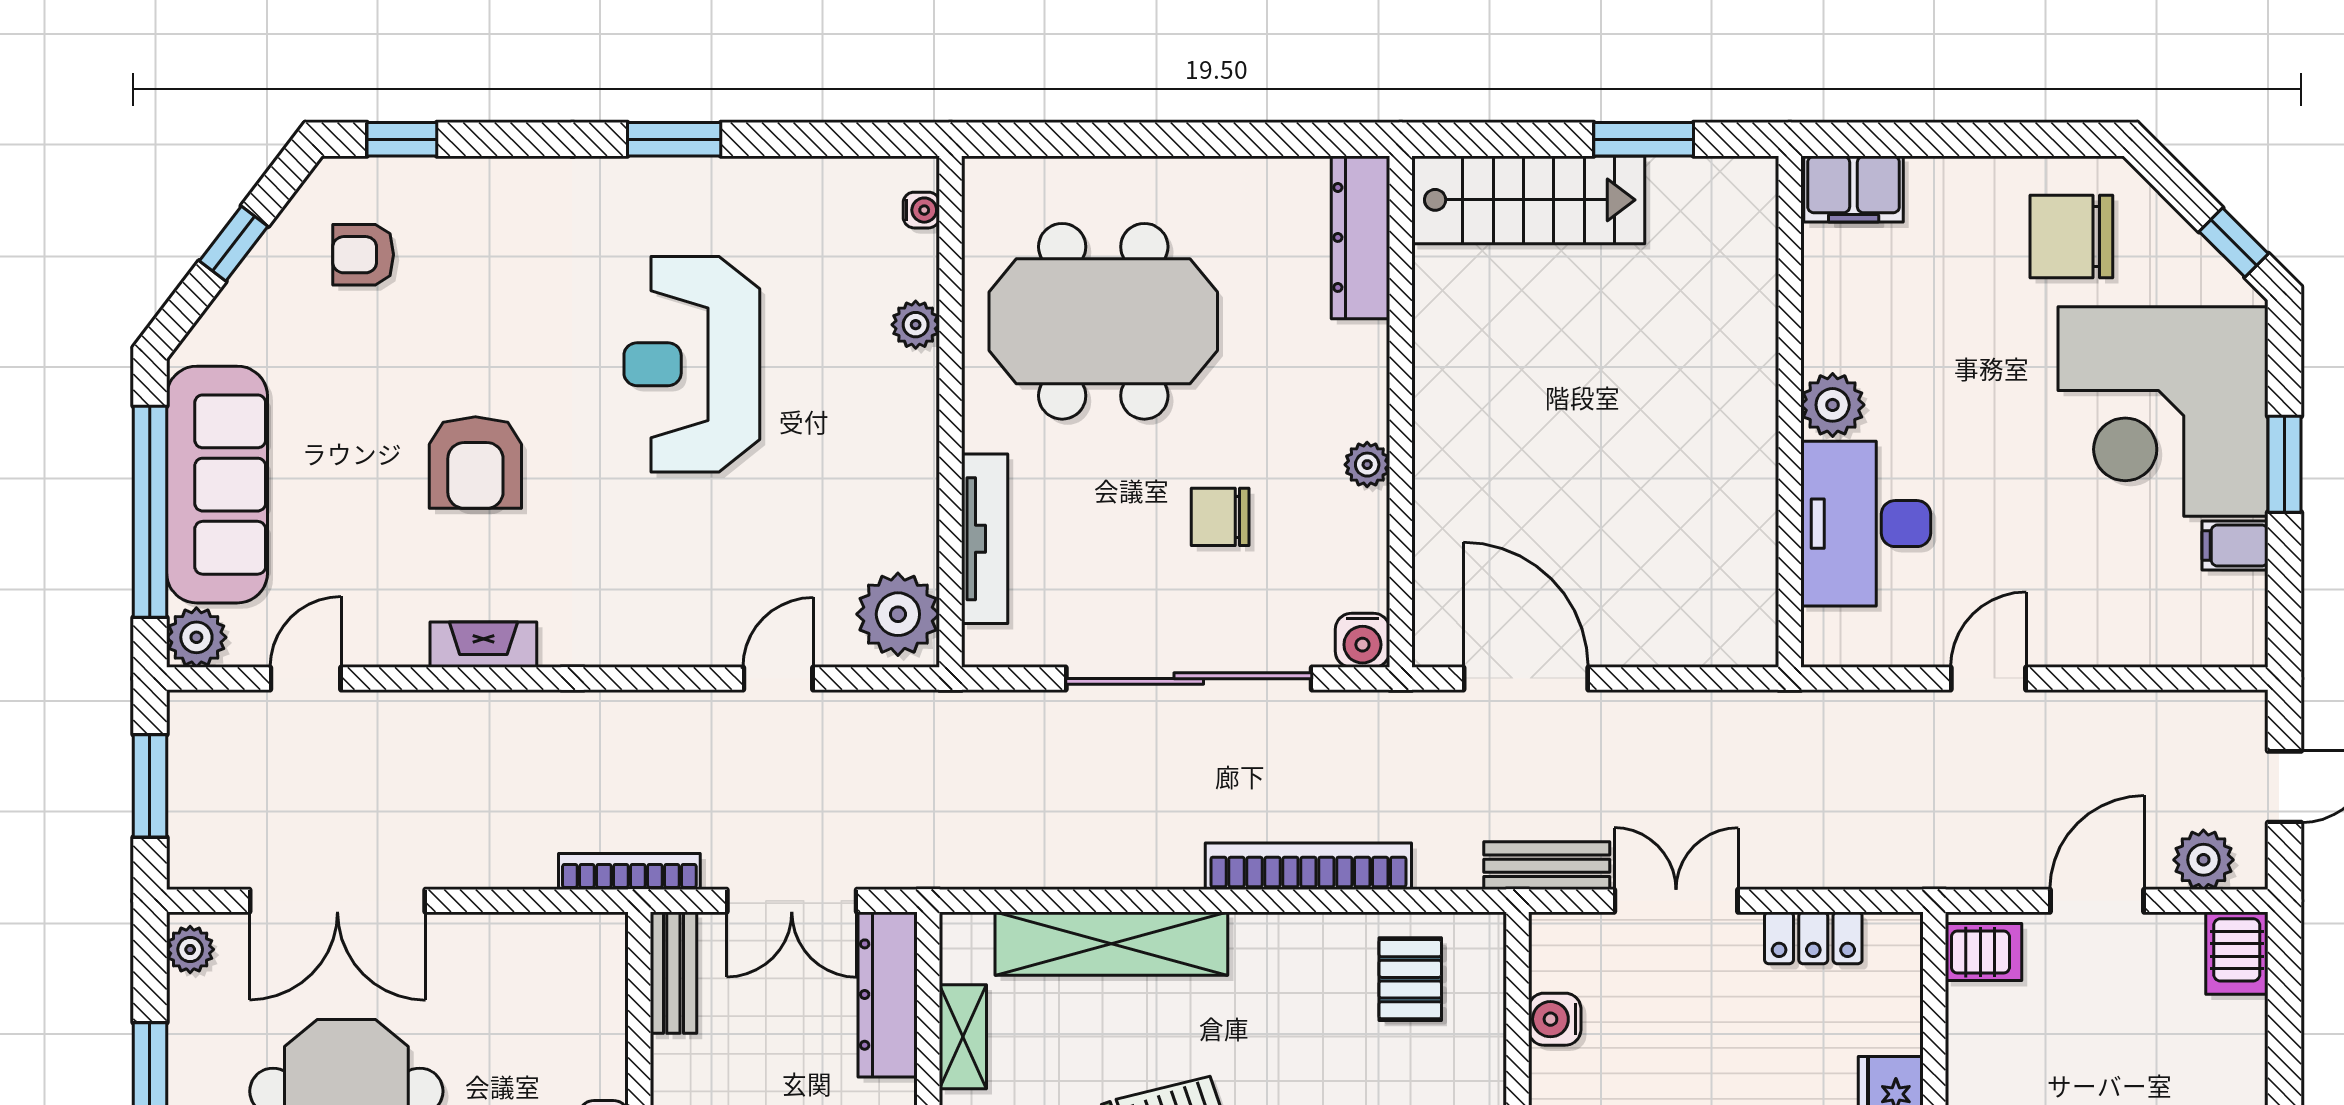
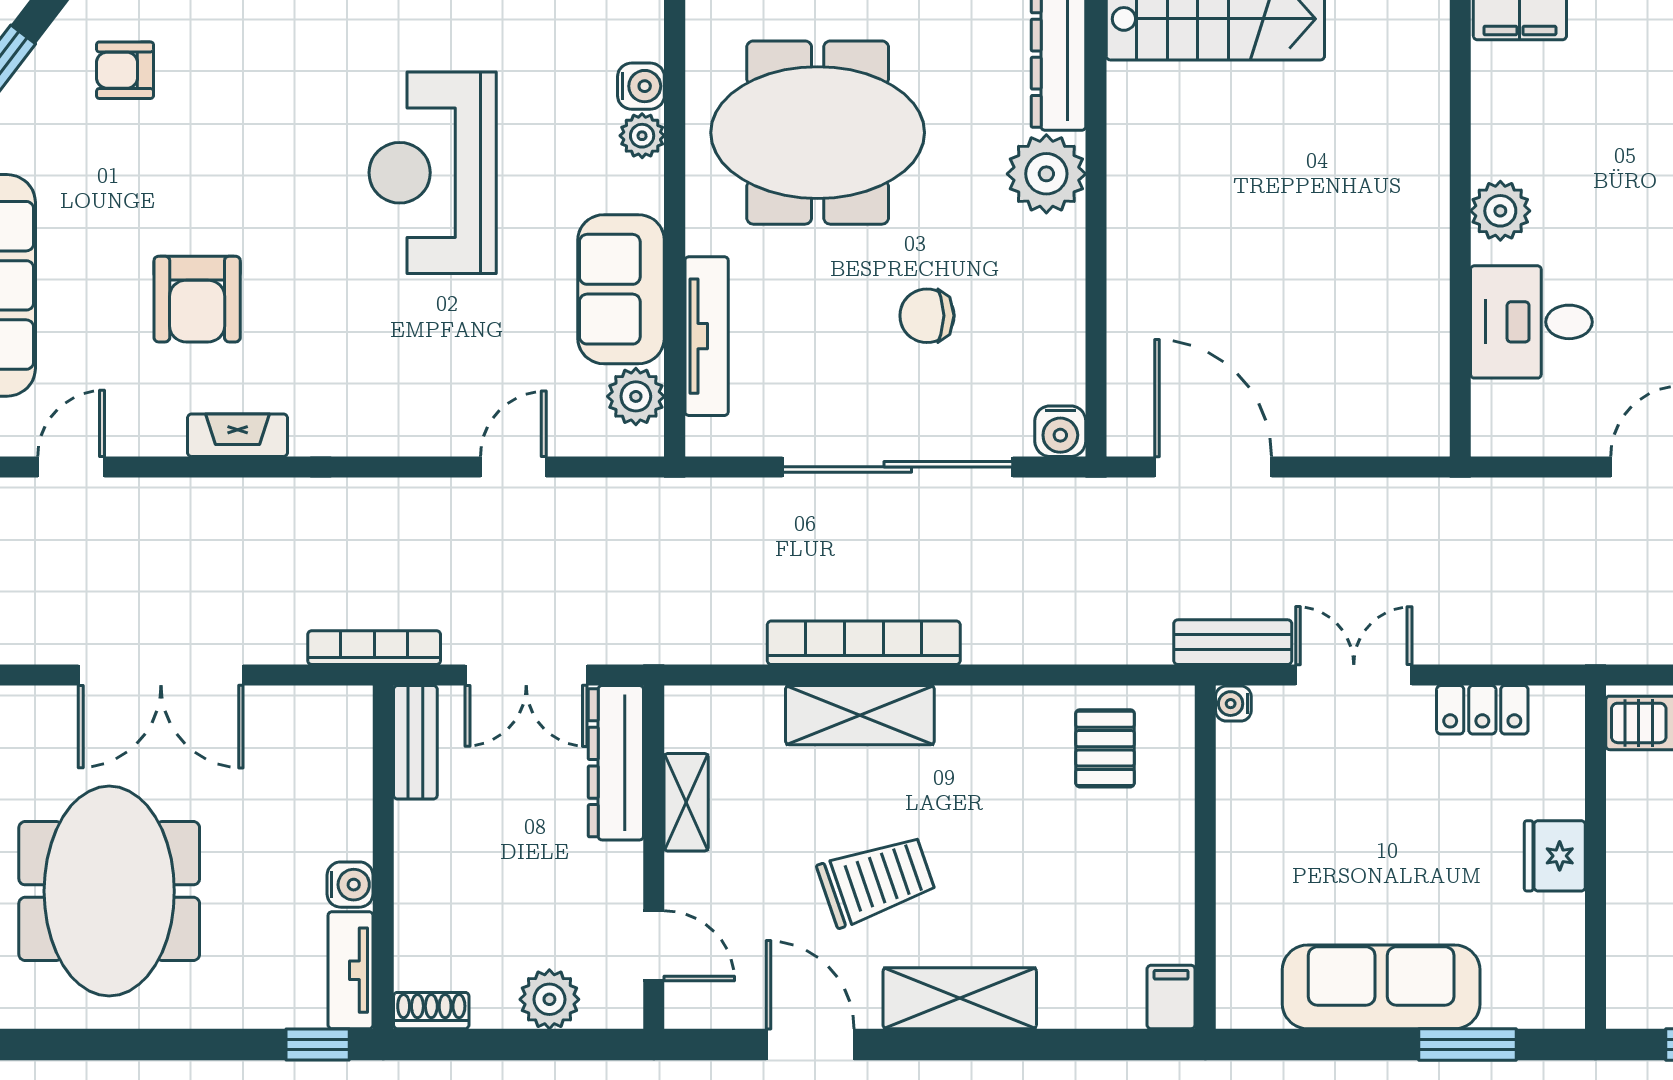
water cooler: (921, 210) -> (641, 86), moved, width x1.38, depth x1.38
armchair: (475, 463) -> (197, 299), moved
plant: (1367, 465) -> (1046, 174), moved, width x1.88, depth x1.88
sofa: (893, 489) -> (621, 289), added
desk: (1866, 524) -> (1531, 322), width x0.73
plant: (898, 614) -> (636, 396), width x0.73, depth x0.73
bookcase: (1308, 866) -> (864, 643), moved
double door: (337, 901) -> (161, 675), moved
shelving: (1111, 944) -> (860, 715), width x0.68
water cooler: (1555, 1019) -> (1233, 704), moved, width x0.72, depth x0.72

